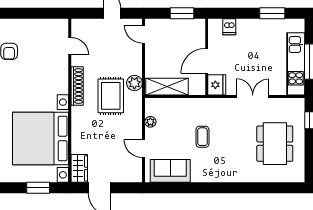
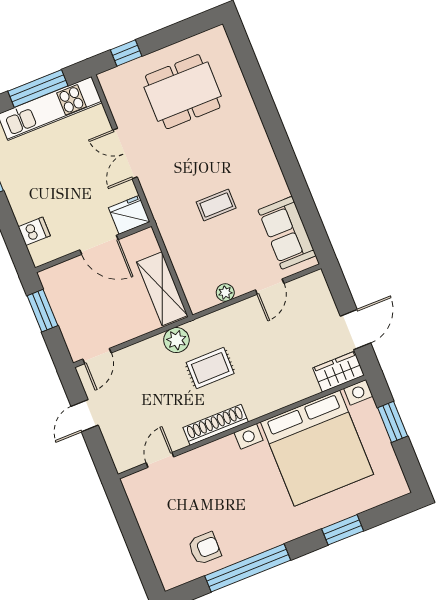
rug: (111, 96) -> (210, 368), width x0.73, depth x0.70

